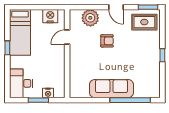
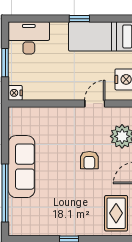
door: (67, 37) -> (95, 104), hinge flipped
nightstand: (48, 93) -> (15, 93), moved

